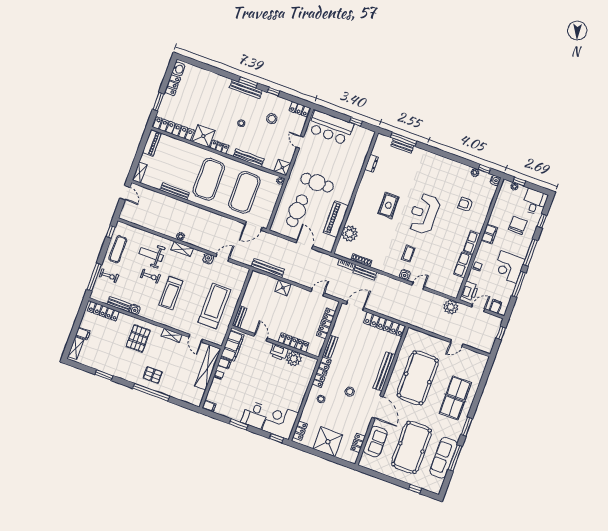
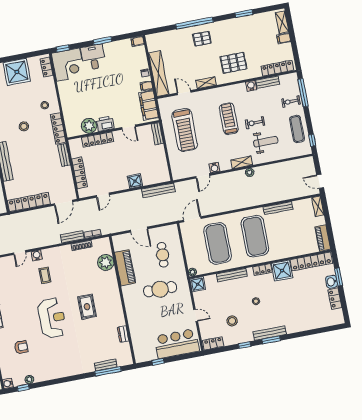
washbasin: (179, 69) -> (331, 282), moved
cafe table: (297, 211) -> (163, 255), width x0.73, depth x0.74
pallet: (138, 338) -> (233, 63), turned 90

